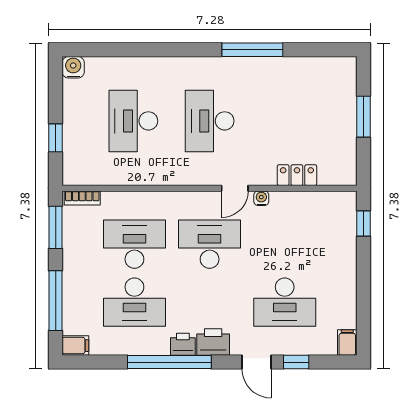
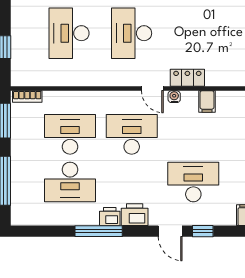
locker: (297, 175) -> (187, 78), moved
door: (235, 188) -> (152, 88), hinge flipped
desk: (285, 302) -> (193, 182), turned 180
filing cabinet: (75, 346) -> (207, 101), moved, turned 90
window: (169, 362) -> (99, 231), width x0.68

